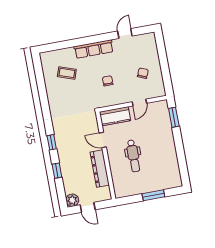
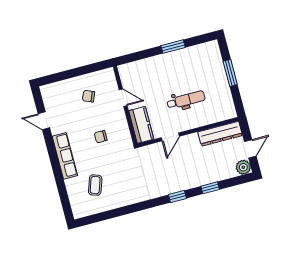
window: (174, 117) -> (173, 47), moved
dresser: (100, 169) -> (220, 134), moved

